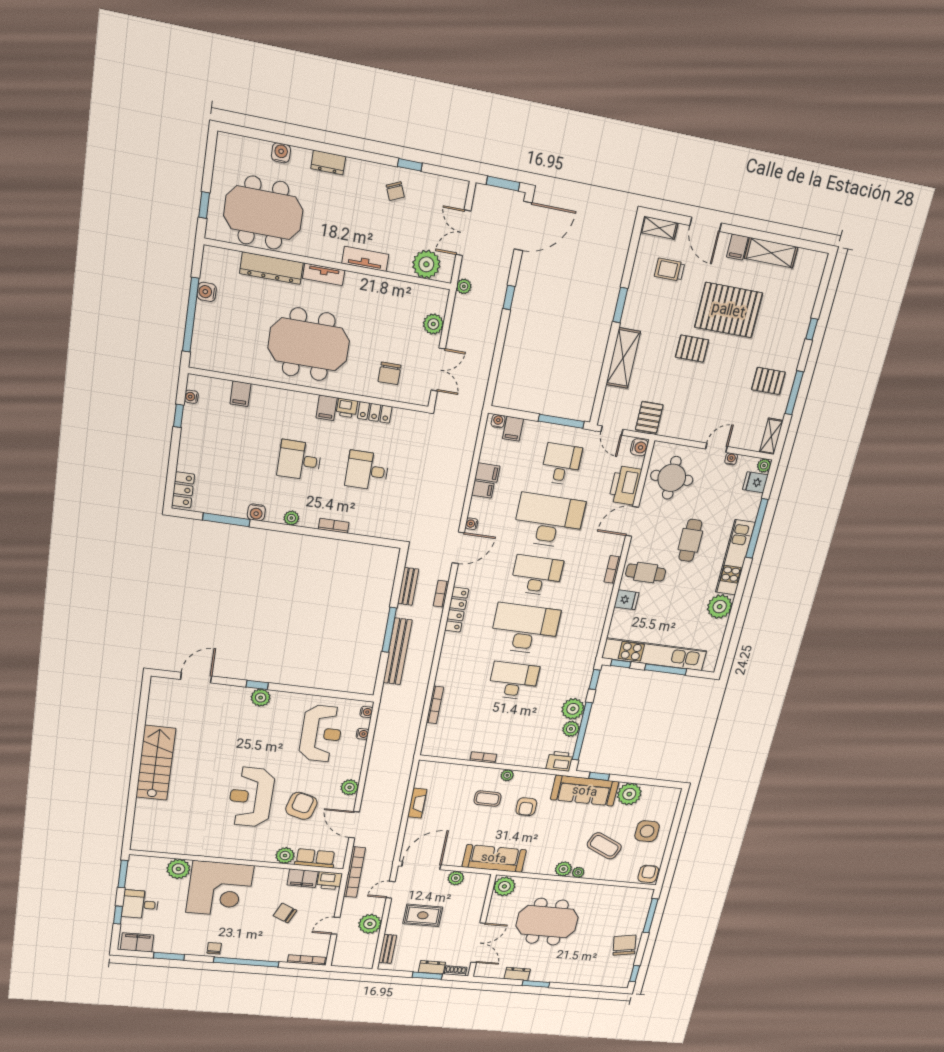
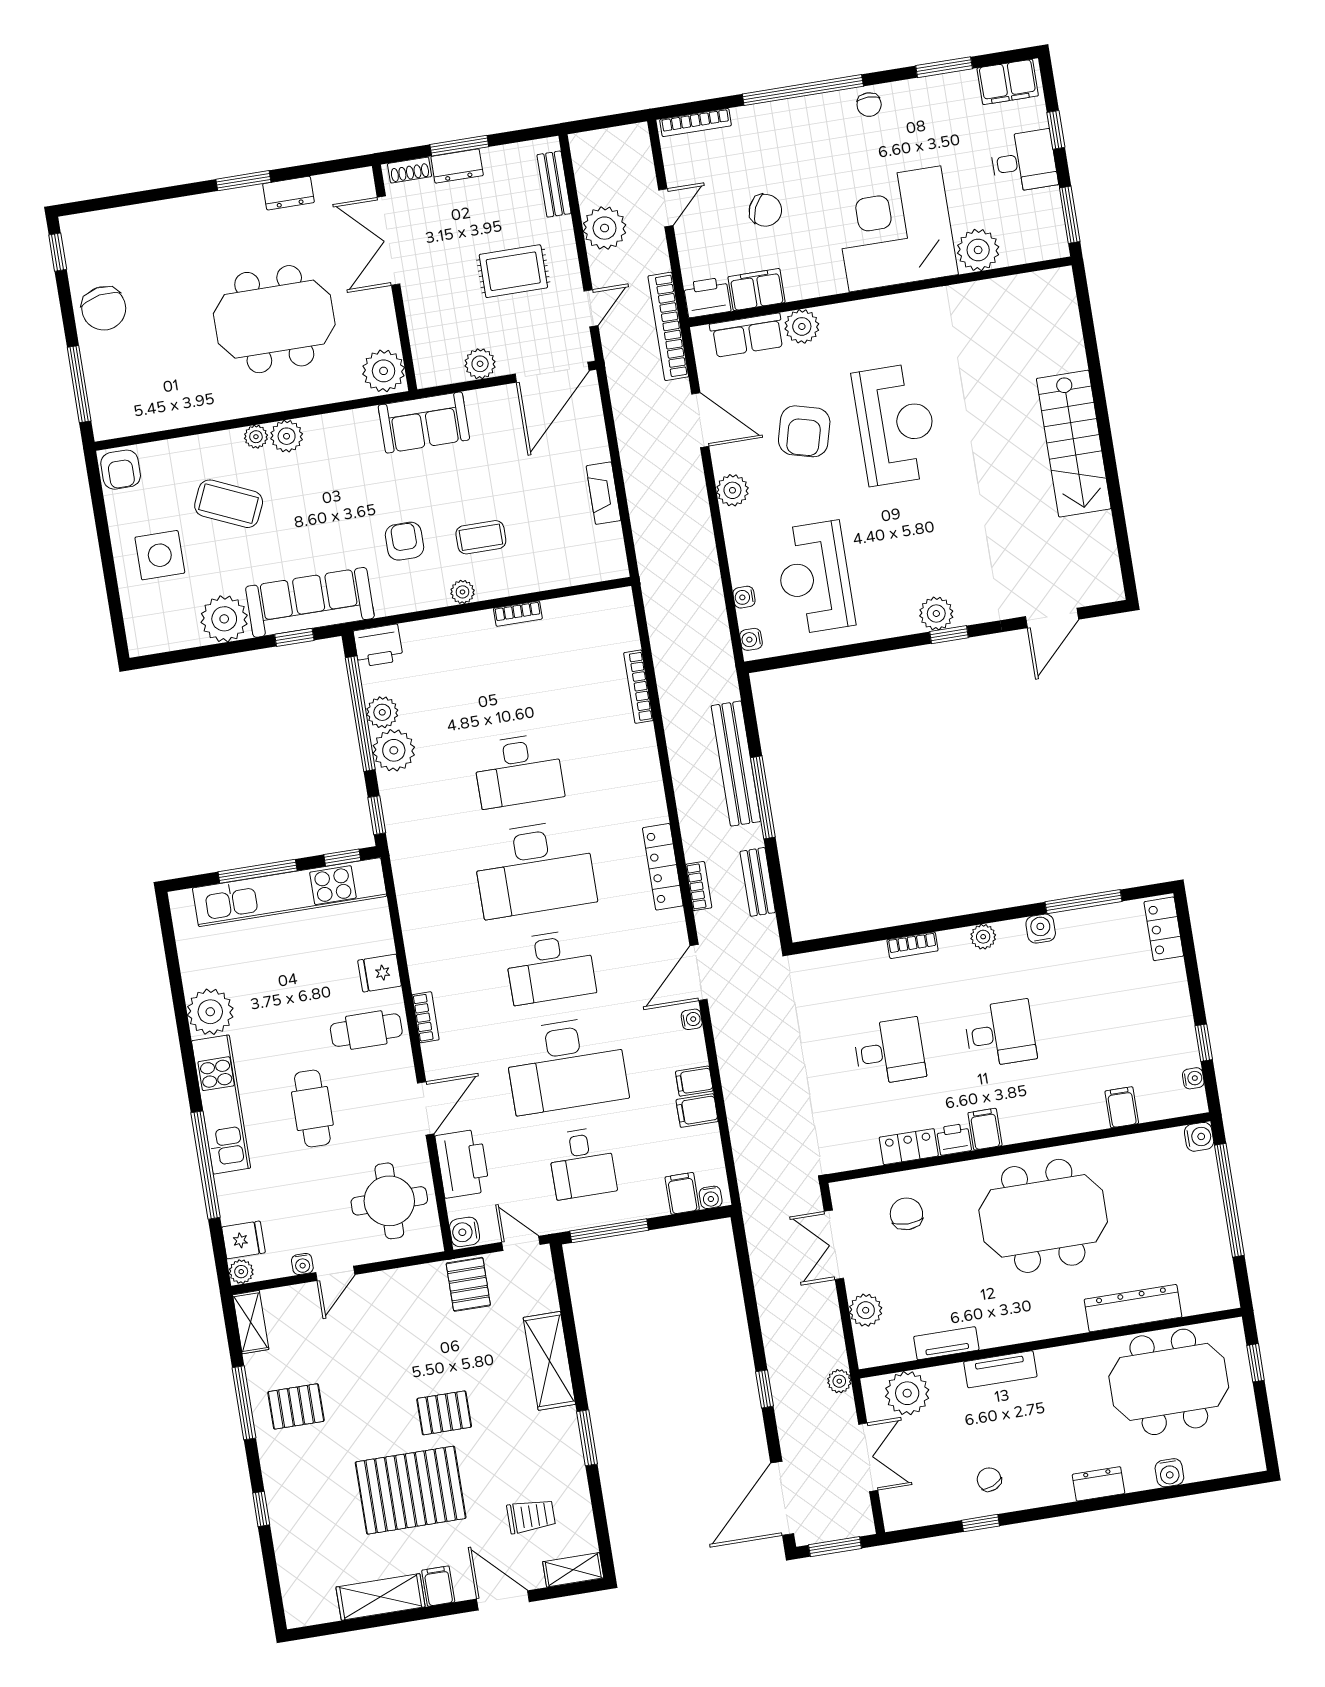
tv unit: (324, 274) -> (946, 1343), moved
water cooler: (207, 292) -> (1199, 1137), moved
sofa: (494, 858) -> (424, 422), width x0.73

